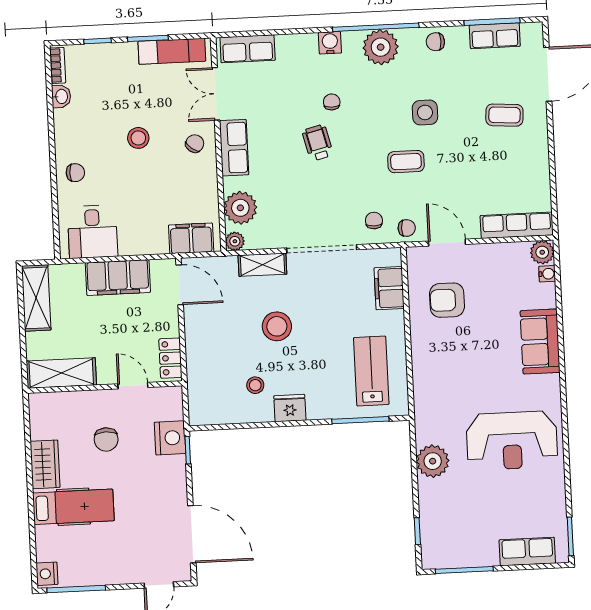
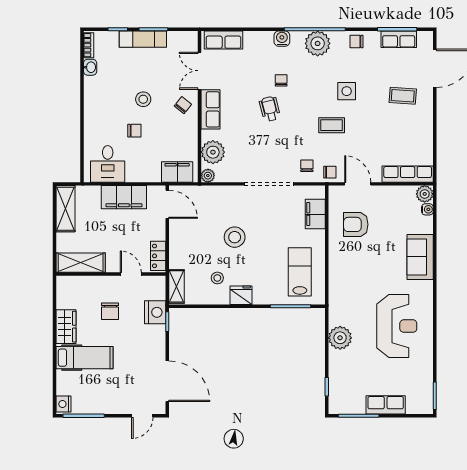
exam couch: (172, 51) -> (143, 39), moved
chair: (75, 173) -> (134, 131), moved
shelving: (262, 265) -> (177, 286), moved, turned 90
reception desk: (512, 441) -> (397, 326), turned -90
row of seats: (527, 551) -> (386, 405), moved

